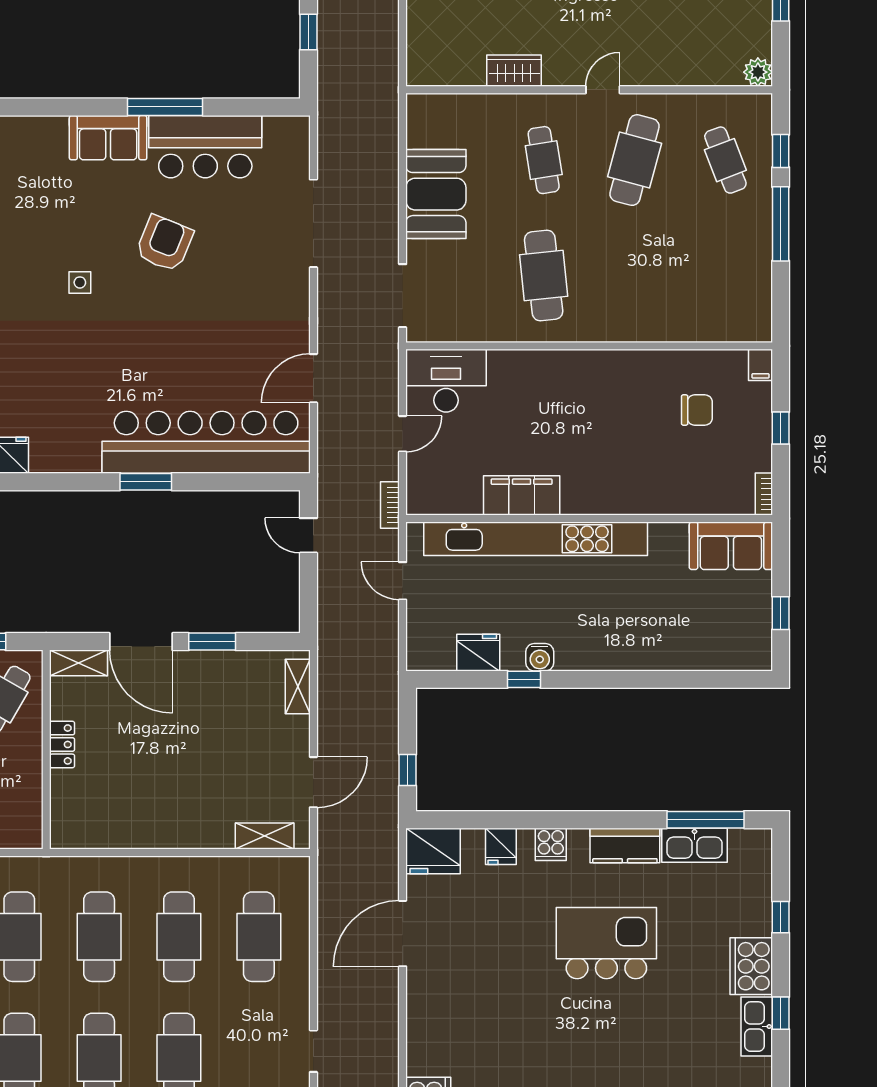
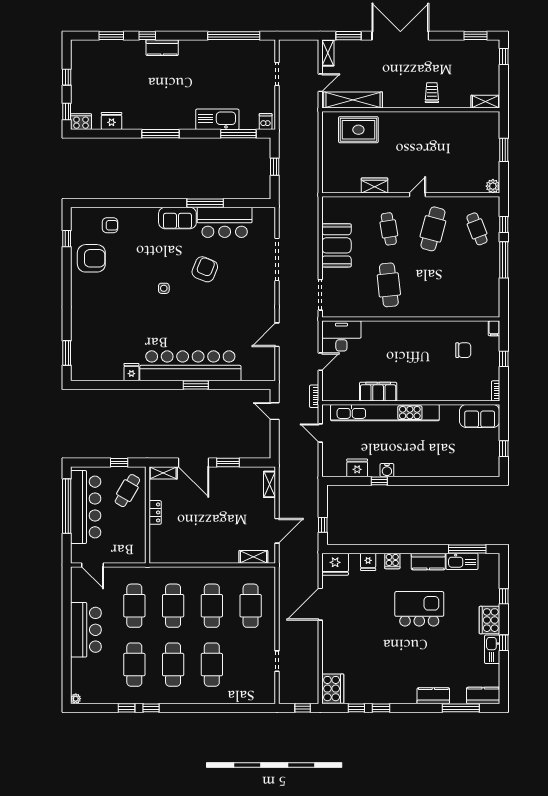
bar counter: (206, 442) -> (190, 366), moved

